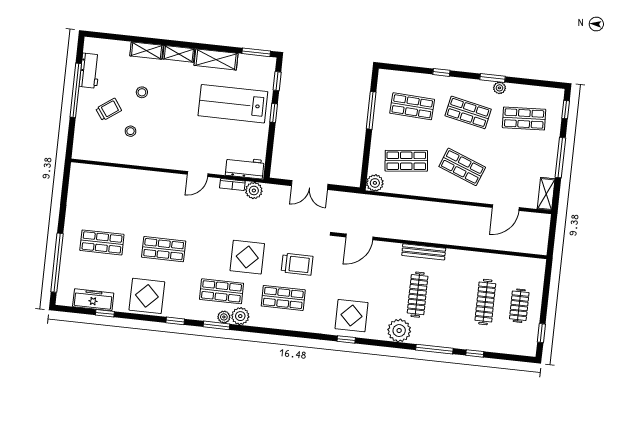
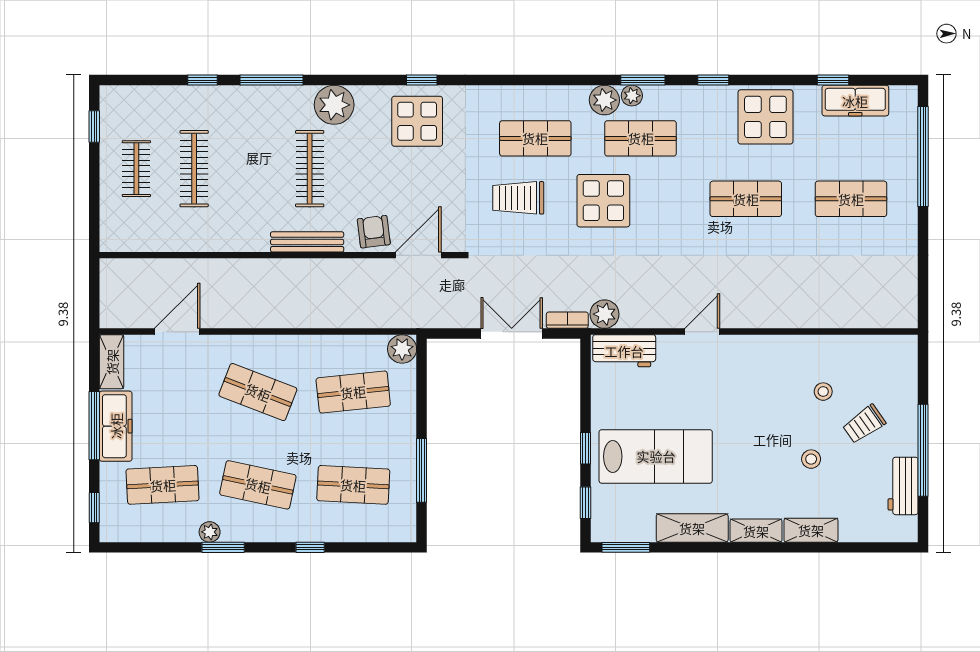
freezer: (548, 156) -> (116, 426), added
bookcase: (232, 185) -> (567, 320), moved
armchair: (384, 254) -> (374, 232), added

